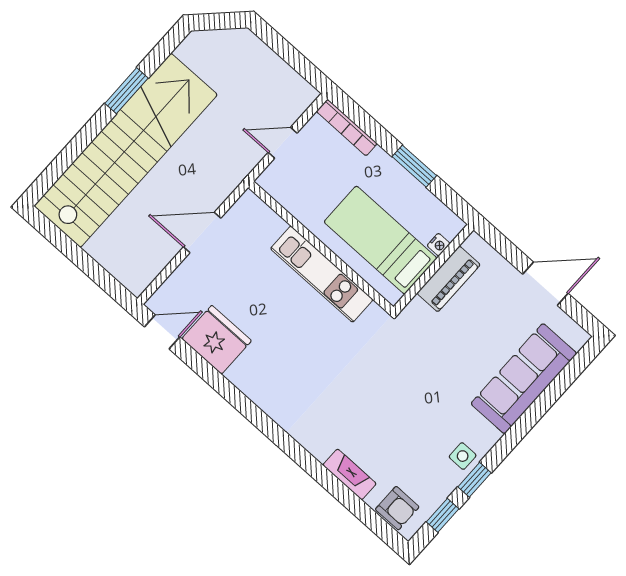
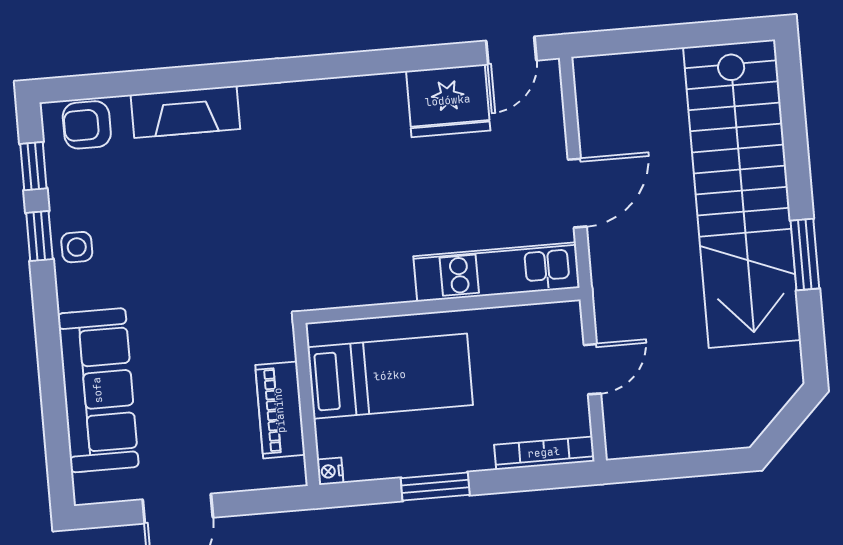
nightstand: (439, 245) -> (330, 471), moved
kitchen unit: (322, 274) -> (497, 272), moved
fireplace: (350, 474) -> (185, 112), width x1.37, depth x1.32

